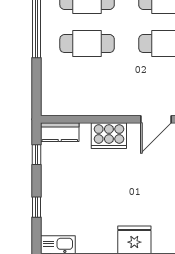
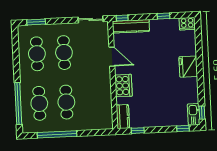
window: (36, 207) -> (183, 128), moved

